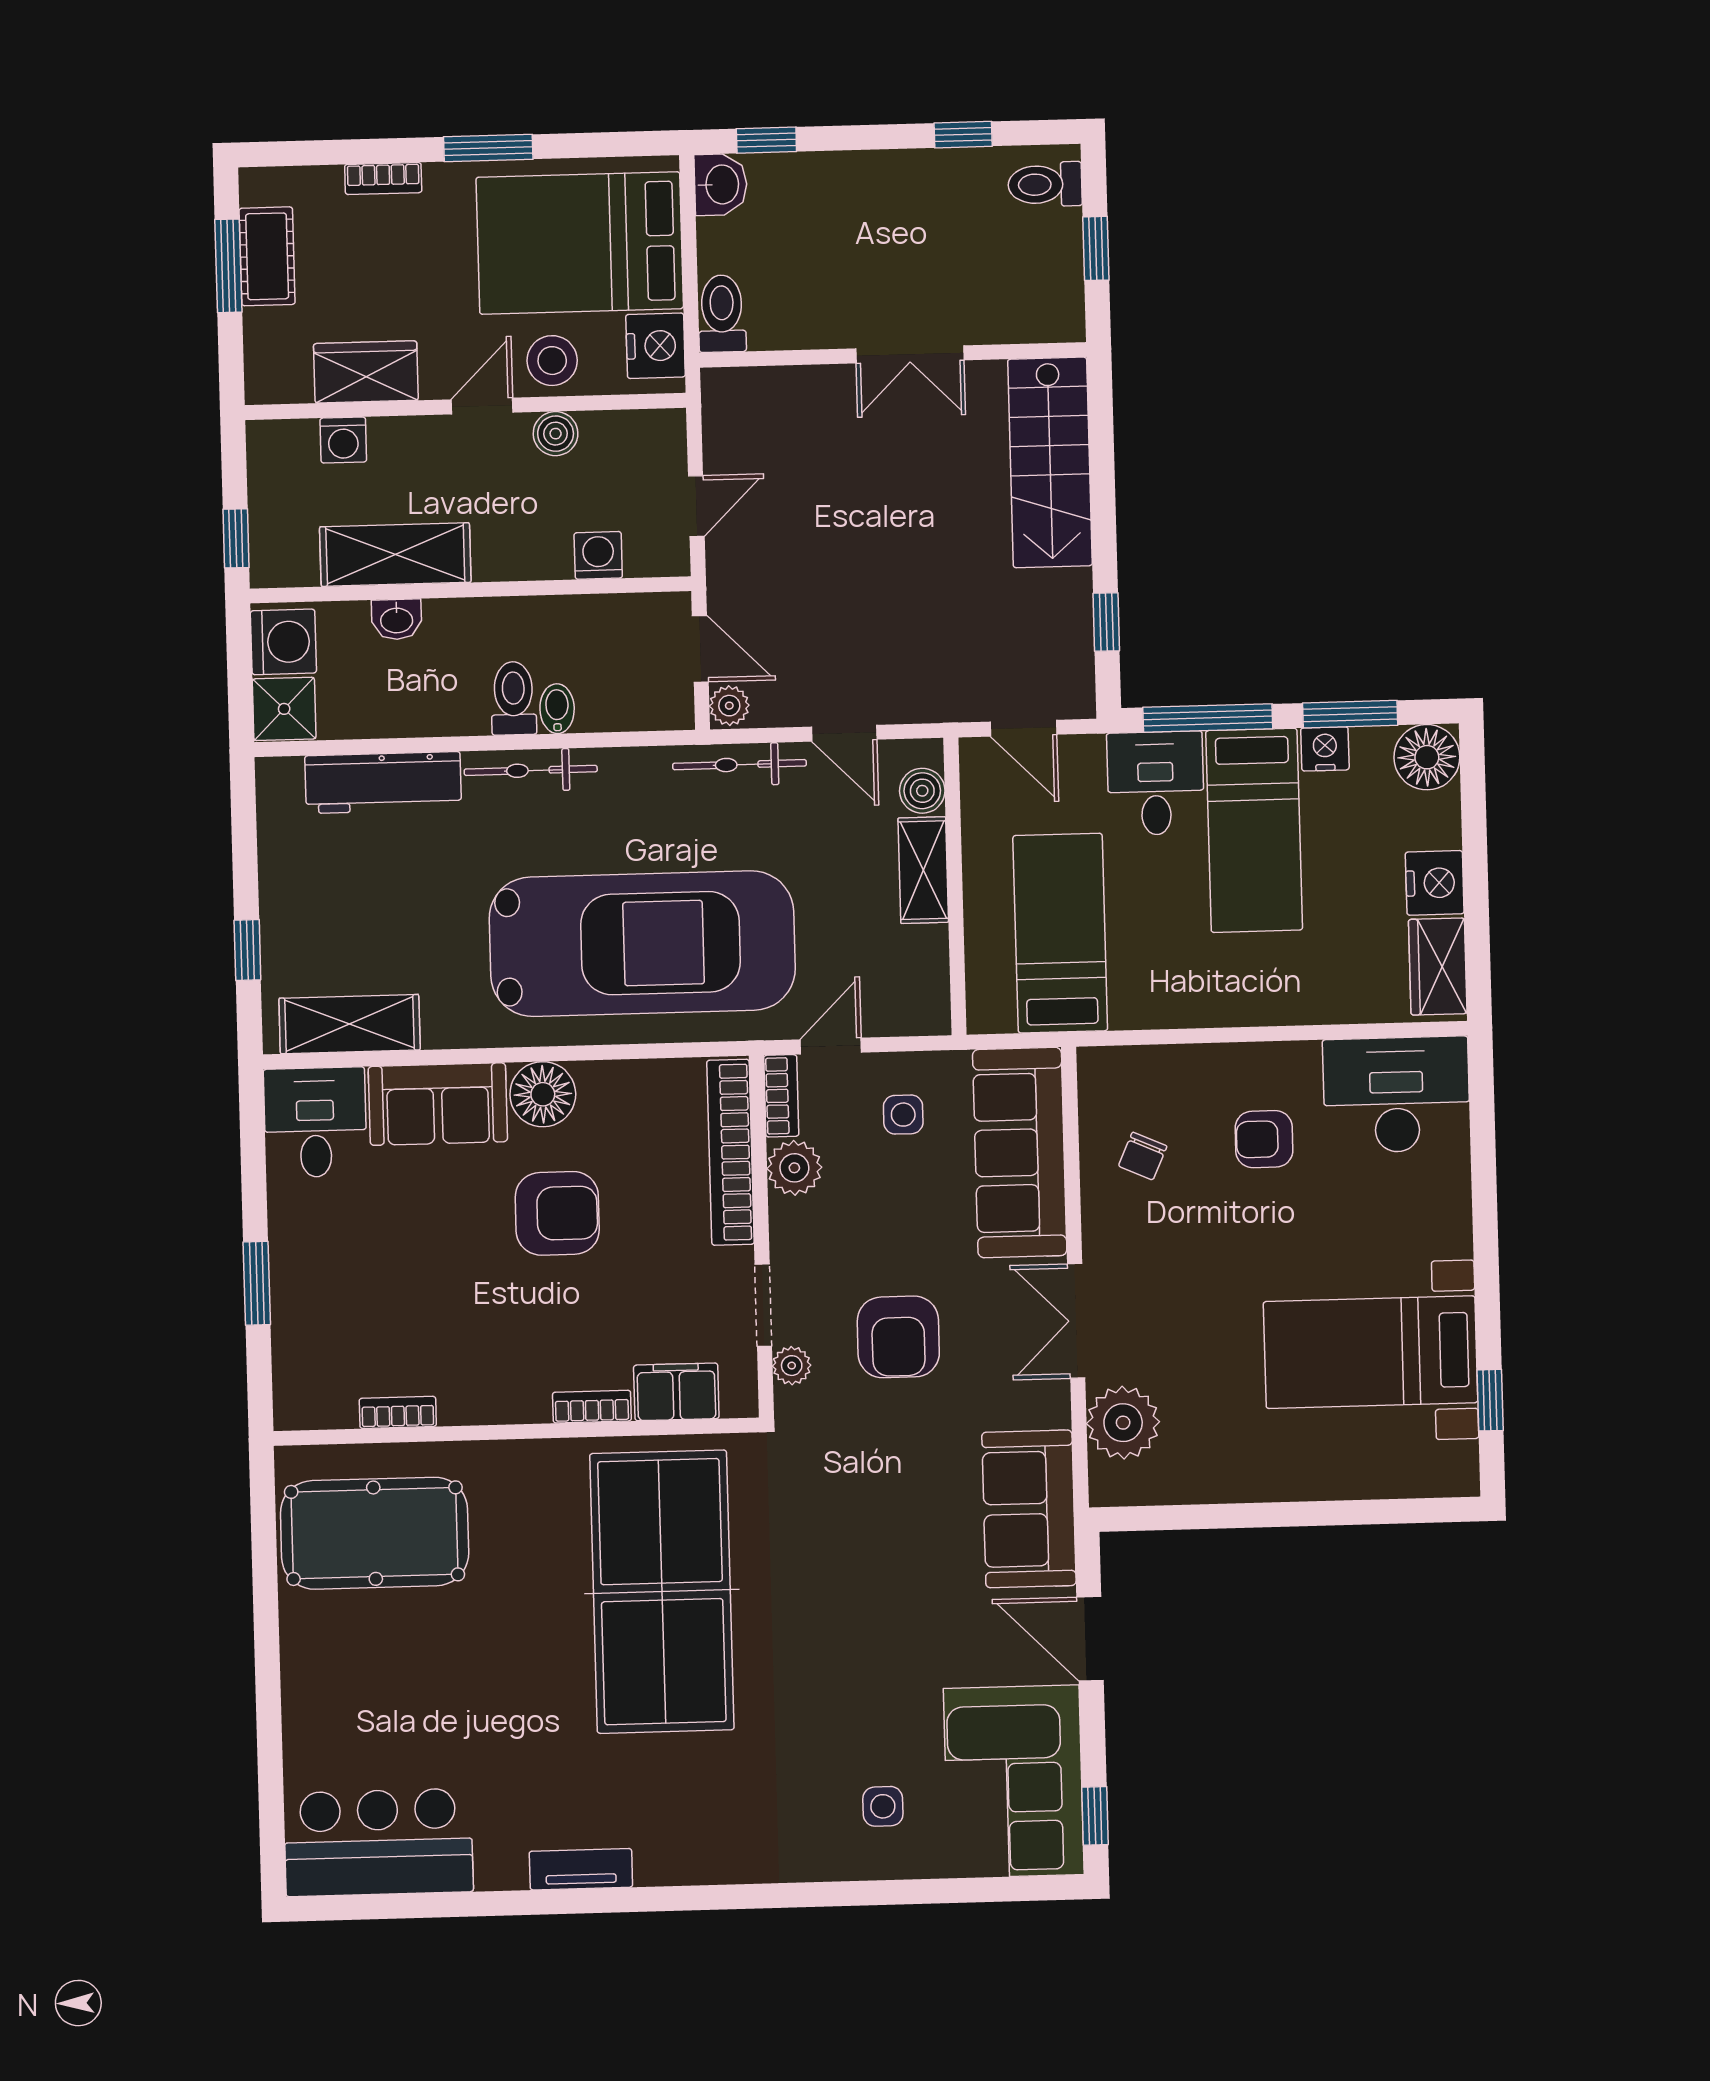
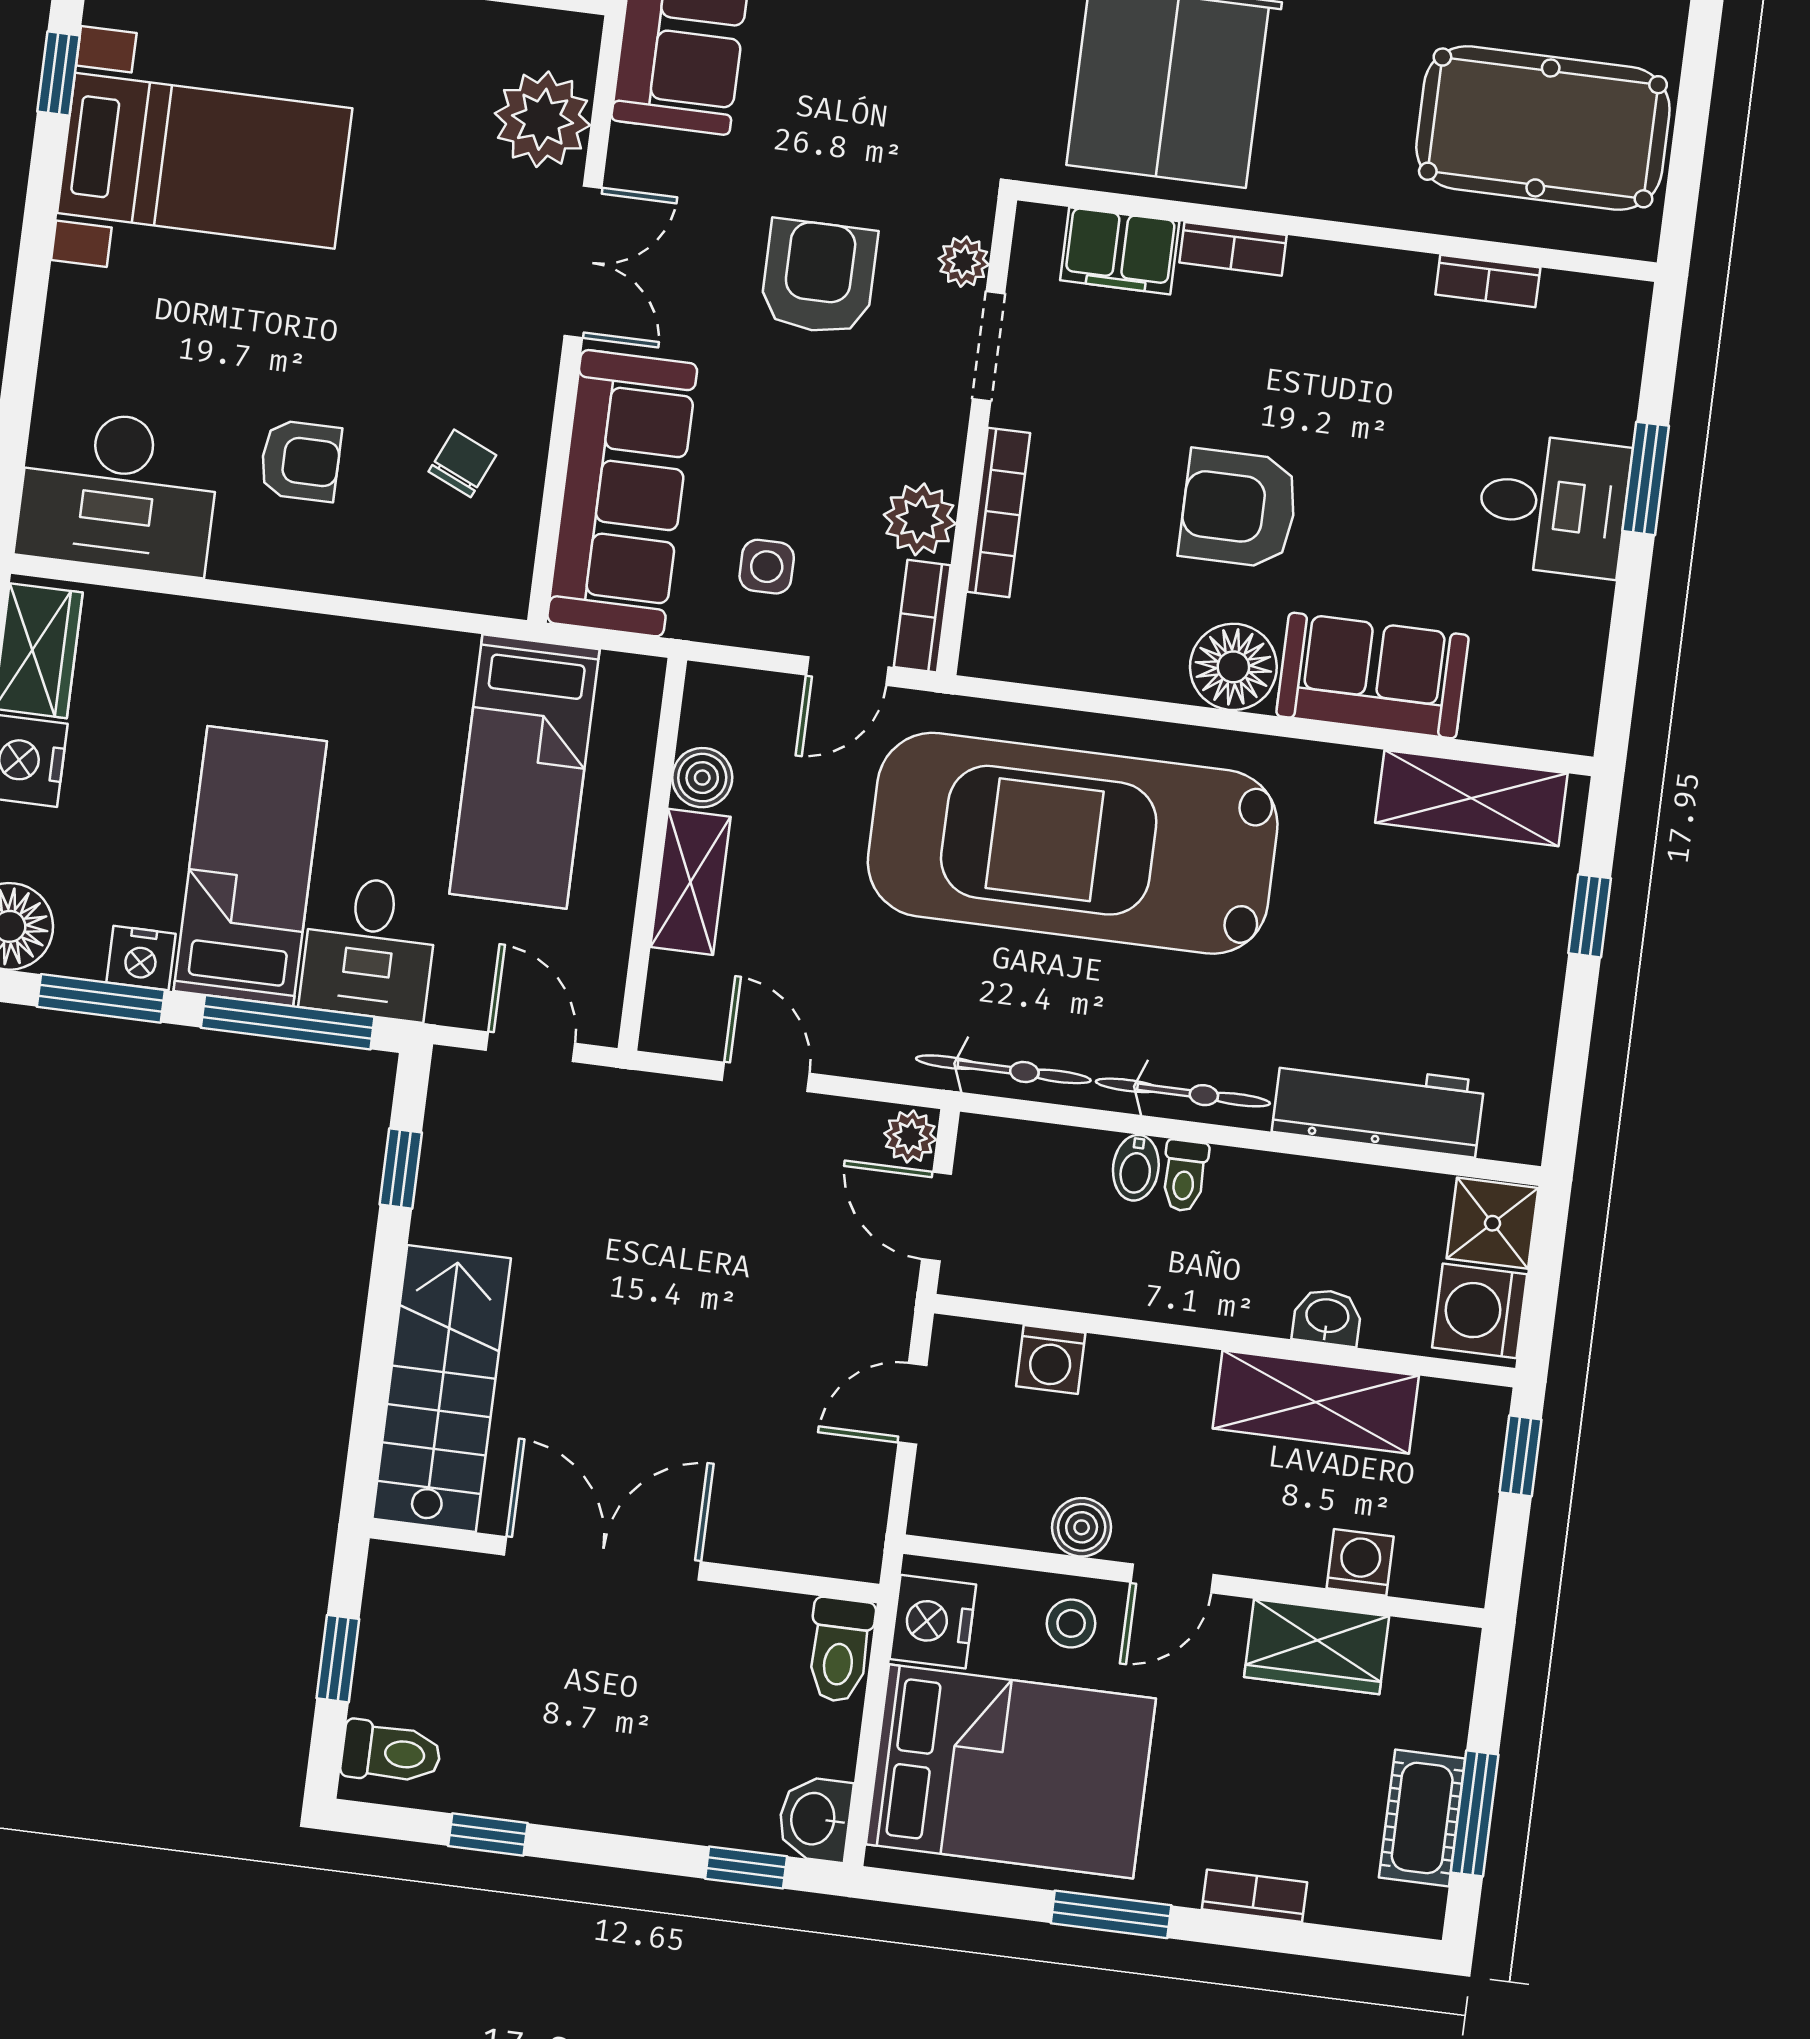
double door: (910, 354) -> (602, 1558), width x1.37
stool: (552, 361) -> (1071, 1623), width x0.73, depth x0.73
toilet: (514, 698) -> (1184, 1176), width x0.73, depth x0.72
bicycle: (739, 765) -> (1003, 1069), moved
boiler: (922, 791) -> (702, 778), moved
desk: (315, 1122) -> (1553, 505), moved, turned -90
bookcase: (731, 1152) -> (998, 512), width x0.68, depth x0.76

